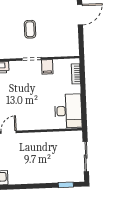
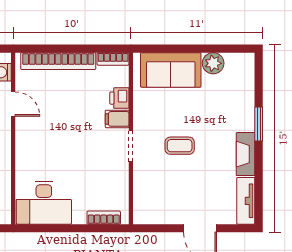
filing cabinet: (47, 67) -> (117, 119), moved

